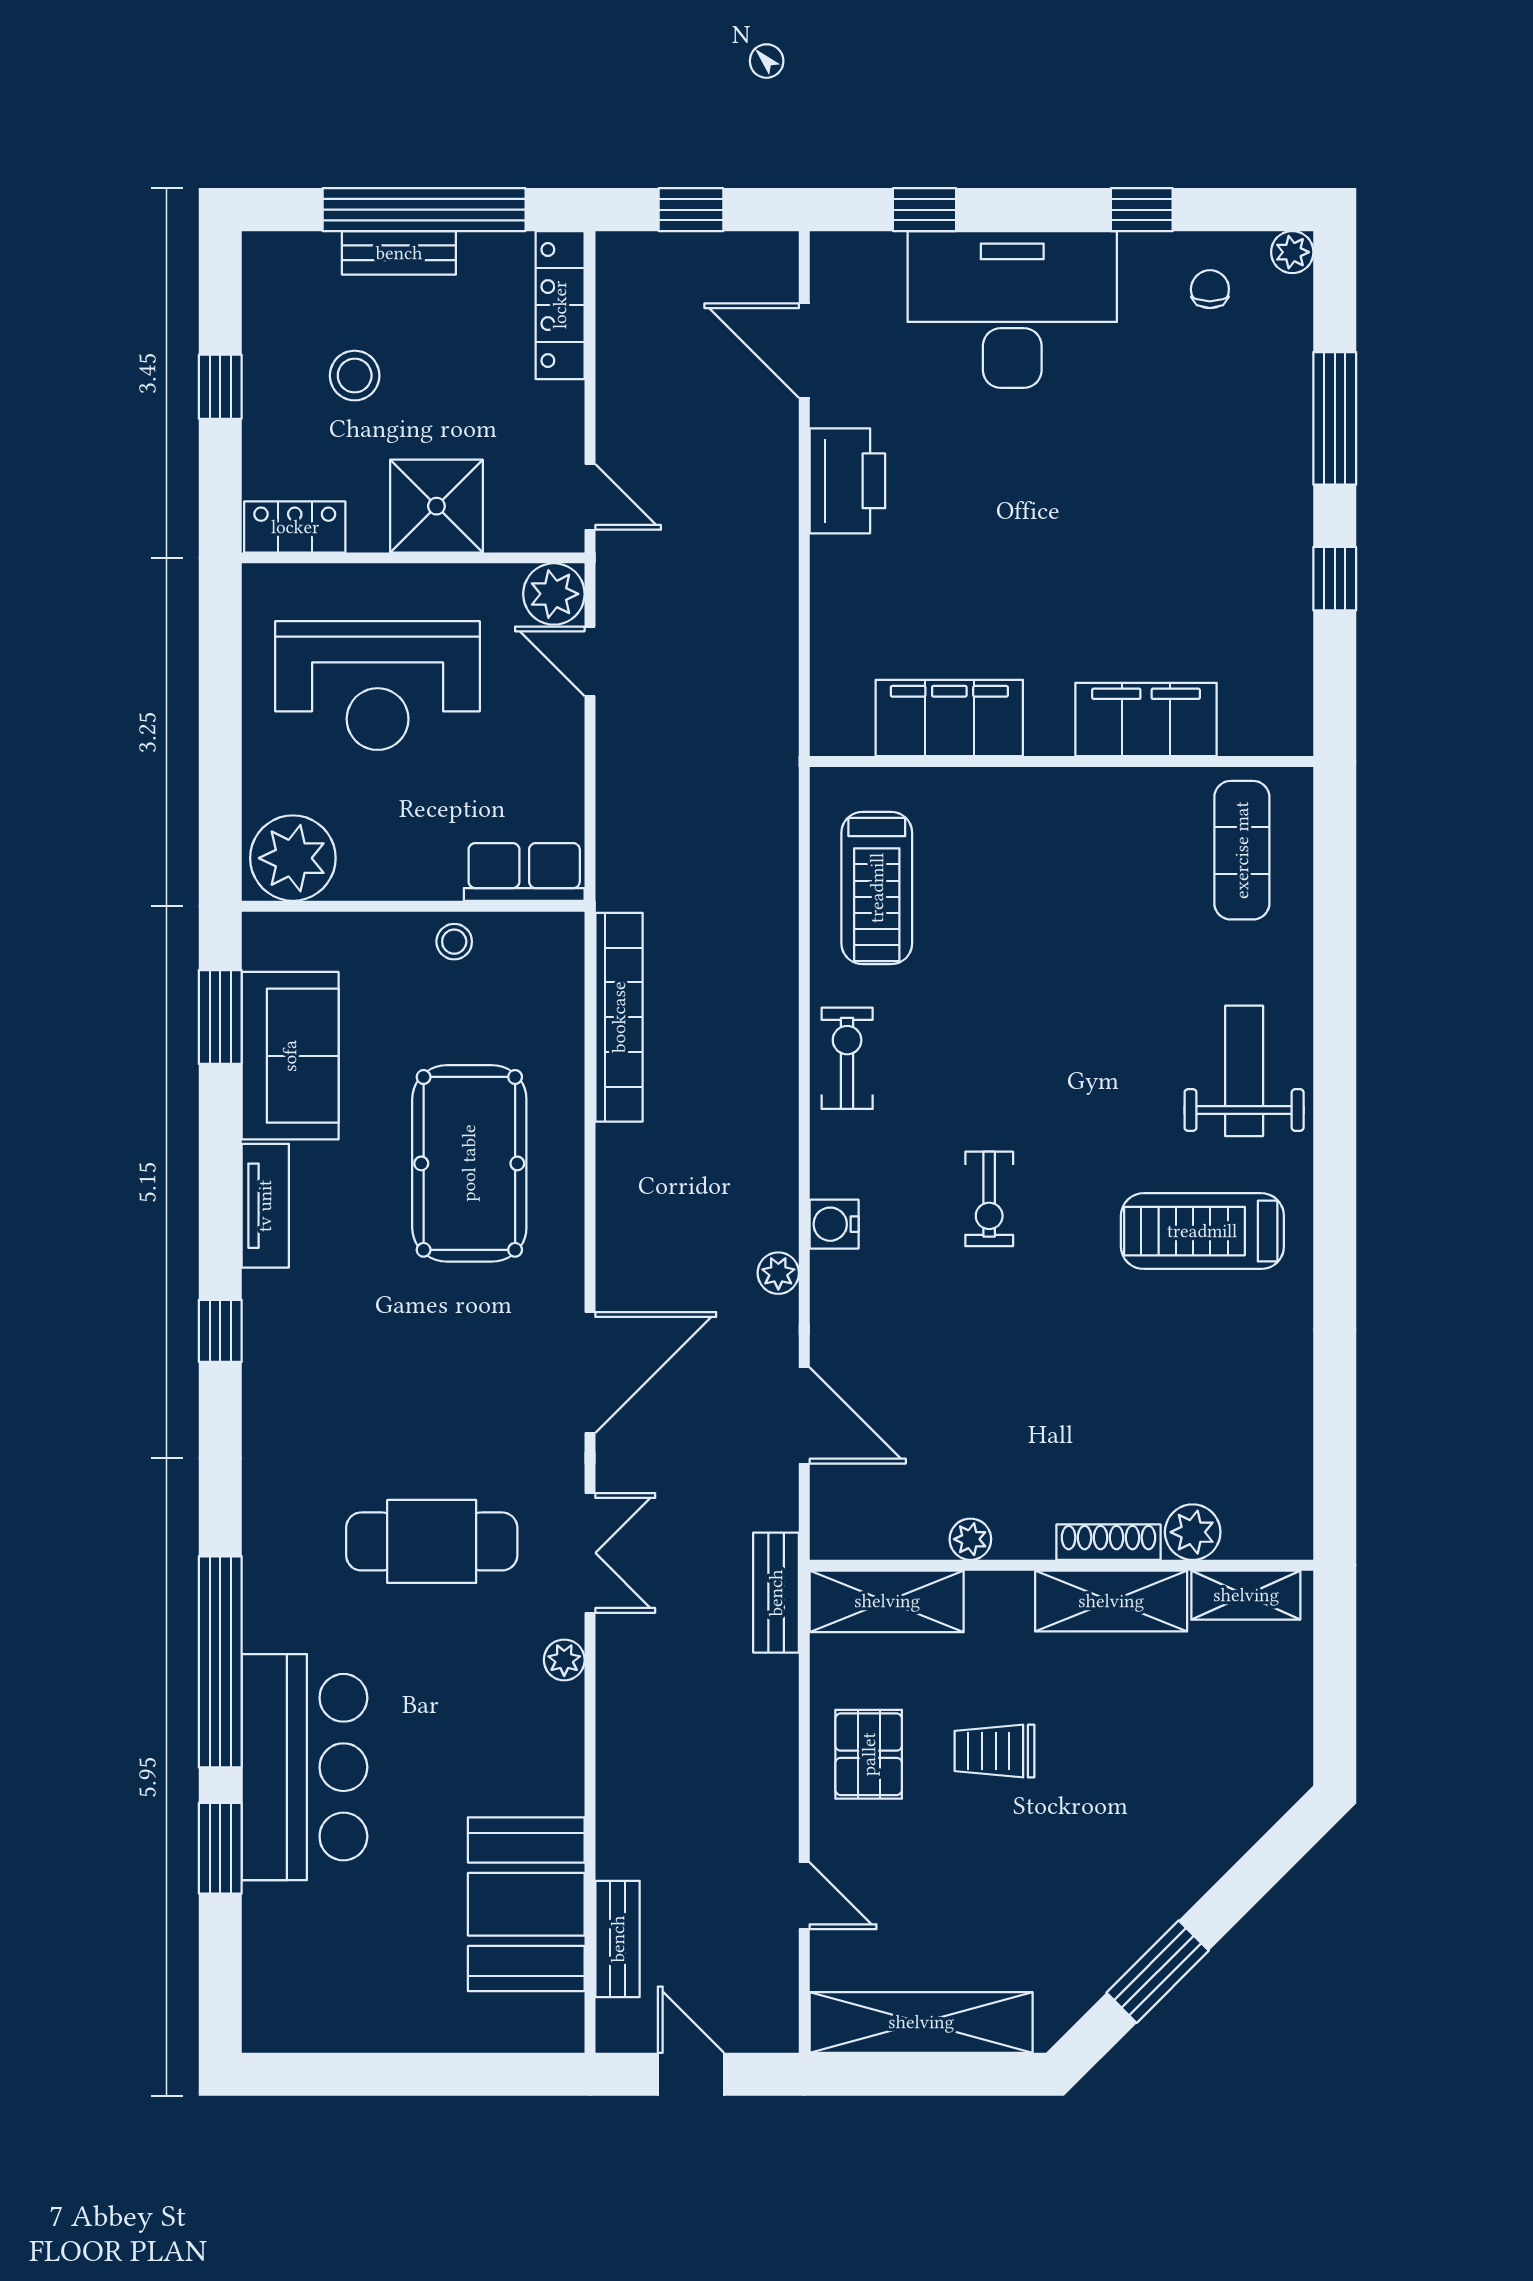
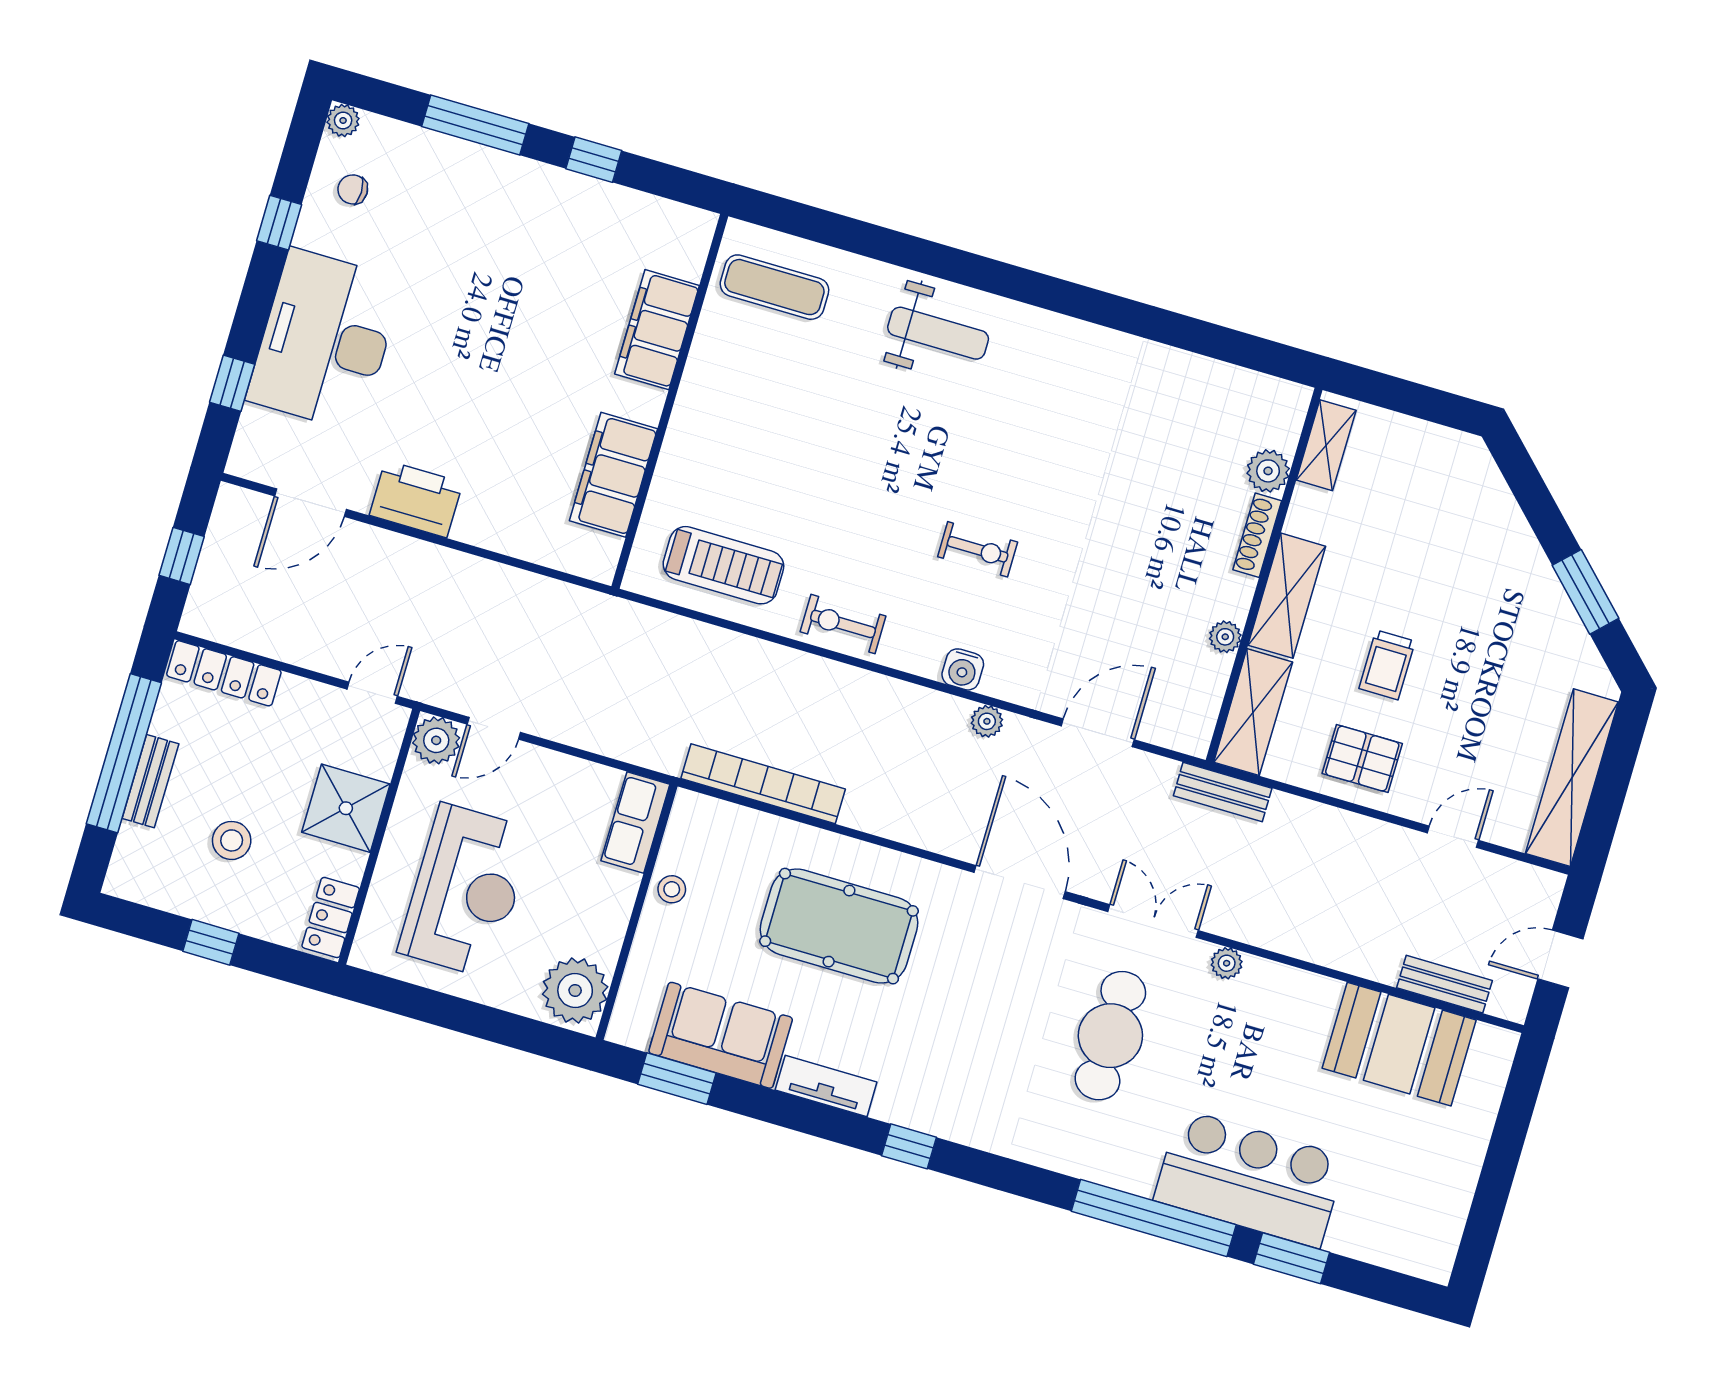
weight bench: (1244, 1071) -> (938, 333), turned 180
treadmill: (1202, 1231) -> (1048, 399), removed
shelving: (1111, 1601) -> (1287, 596), moved

